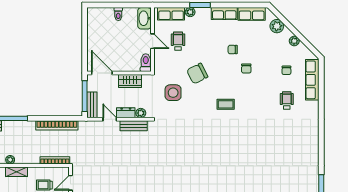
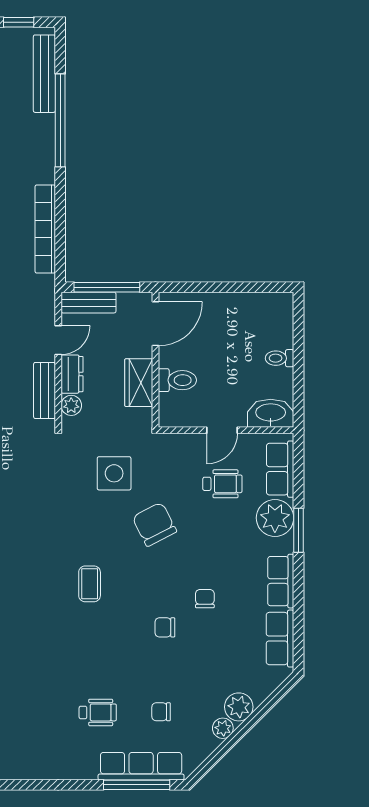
plant: (190, 12) -> (275, 518), width x1.87, depth x1.87
plant: (277, 26) -> (239, 707), moved
toilet: (146, 63) -> (177, 380), moved
window: (321, 82) -> (137, 785), added

